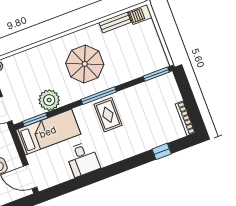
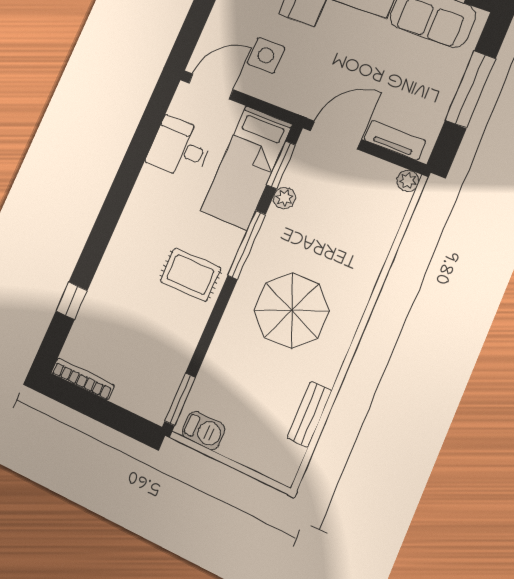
barbecue: (140, 14) -> (203, 431), moved, turned 90
window: (99, 96) -> (247, 245), moved
plant: (49, 100) -> (284, 198), width x0.53, depth x0.53
desk: (83, 159) -> (180, 148), moved

